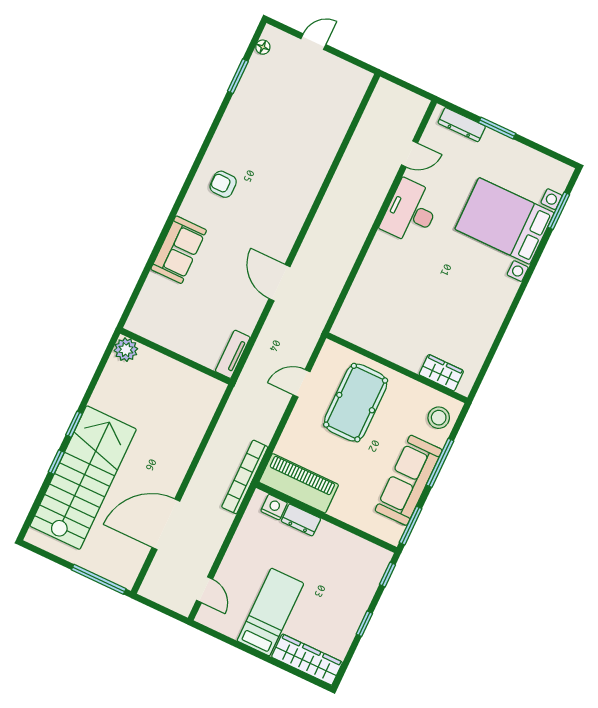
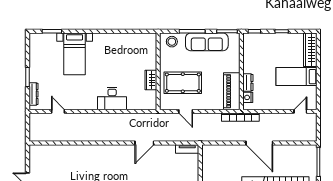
desk: (411, 212) -> (112, 99), moved
bed with nightstands: (504, 221) -> (75, 54), width x0.73
wardrobe: (441, 373) -> (151, 80), moved
door: (166, 524) -> (259, 143), moved

